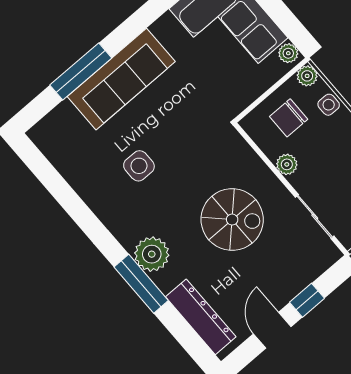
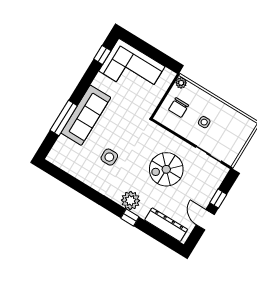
plant: (288, 53) -> (168, 74), removed
side table: (329, 105) -> (204, 122), moved
plant: (287, 164) -> (185, 132), removed
spiral stairs: (232, 220) -> (166, 169), turned 180
window: (141, 284) -> (130, 217), width x0.46

